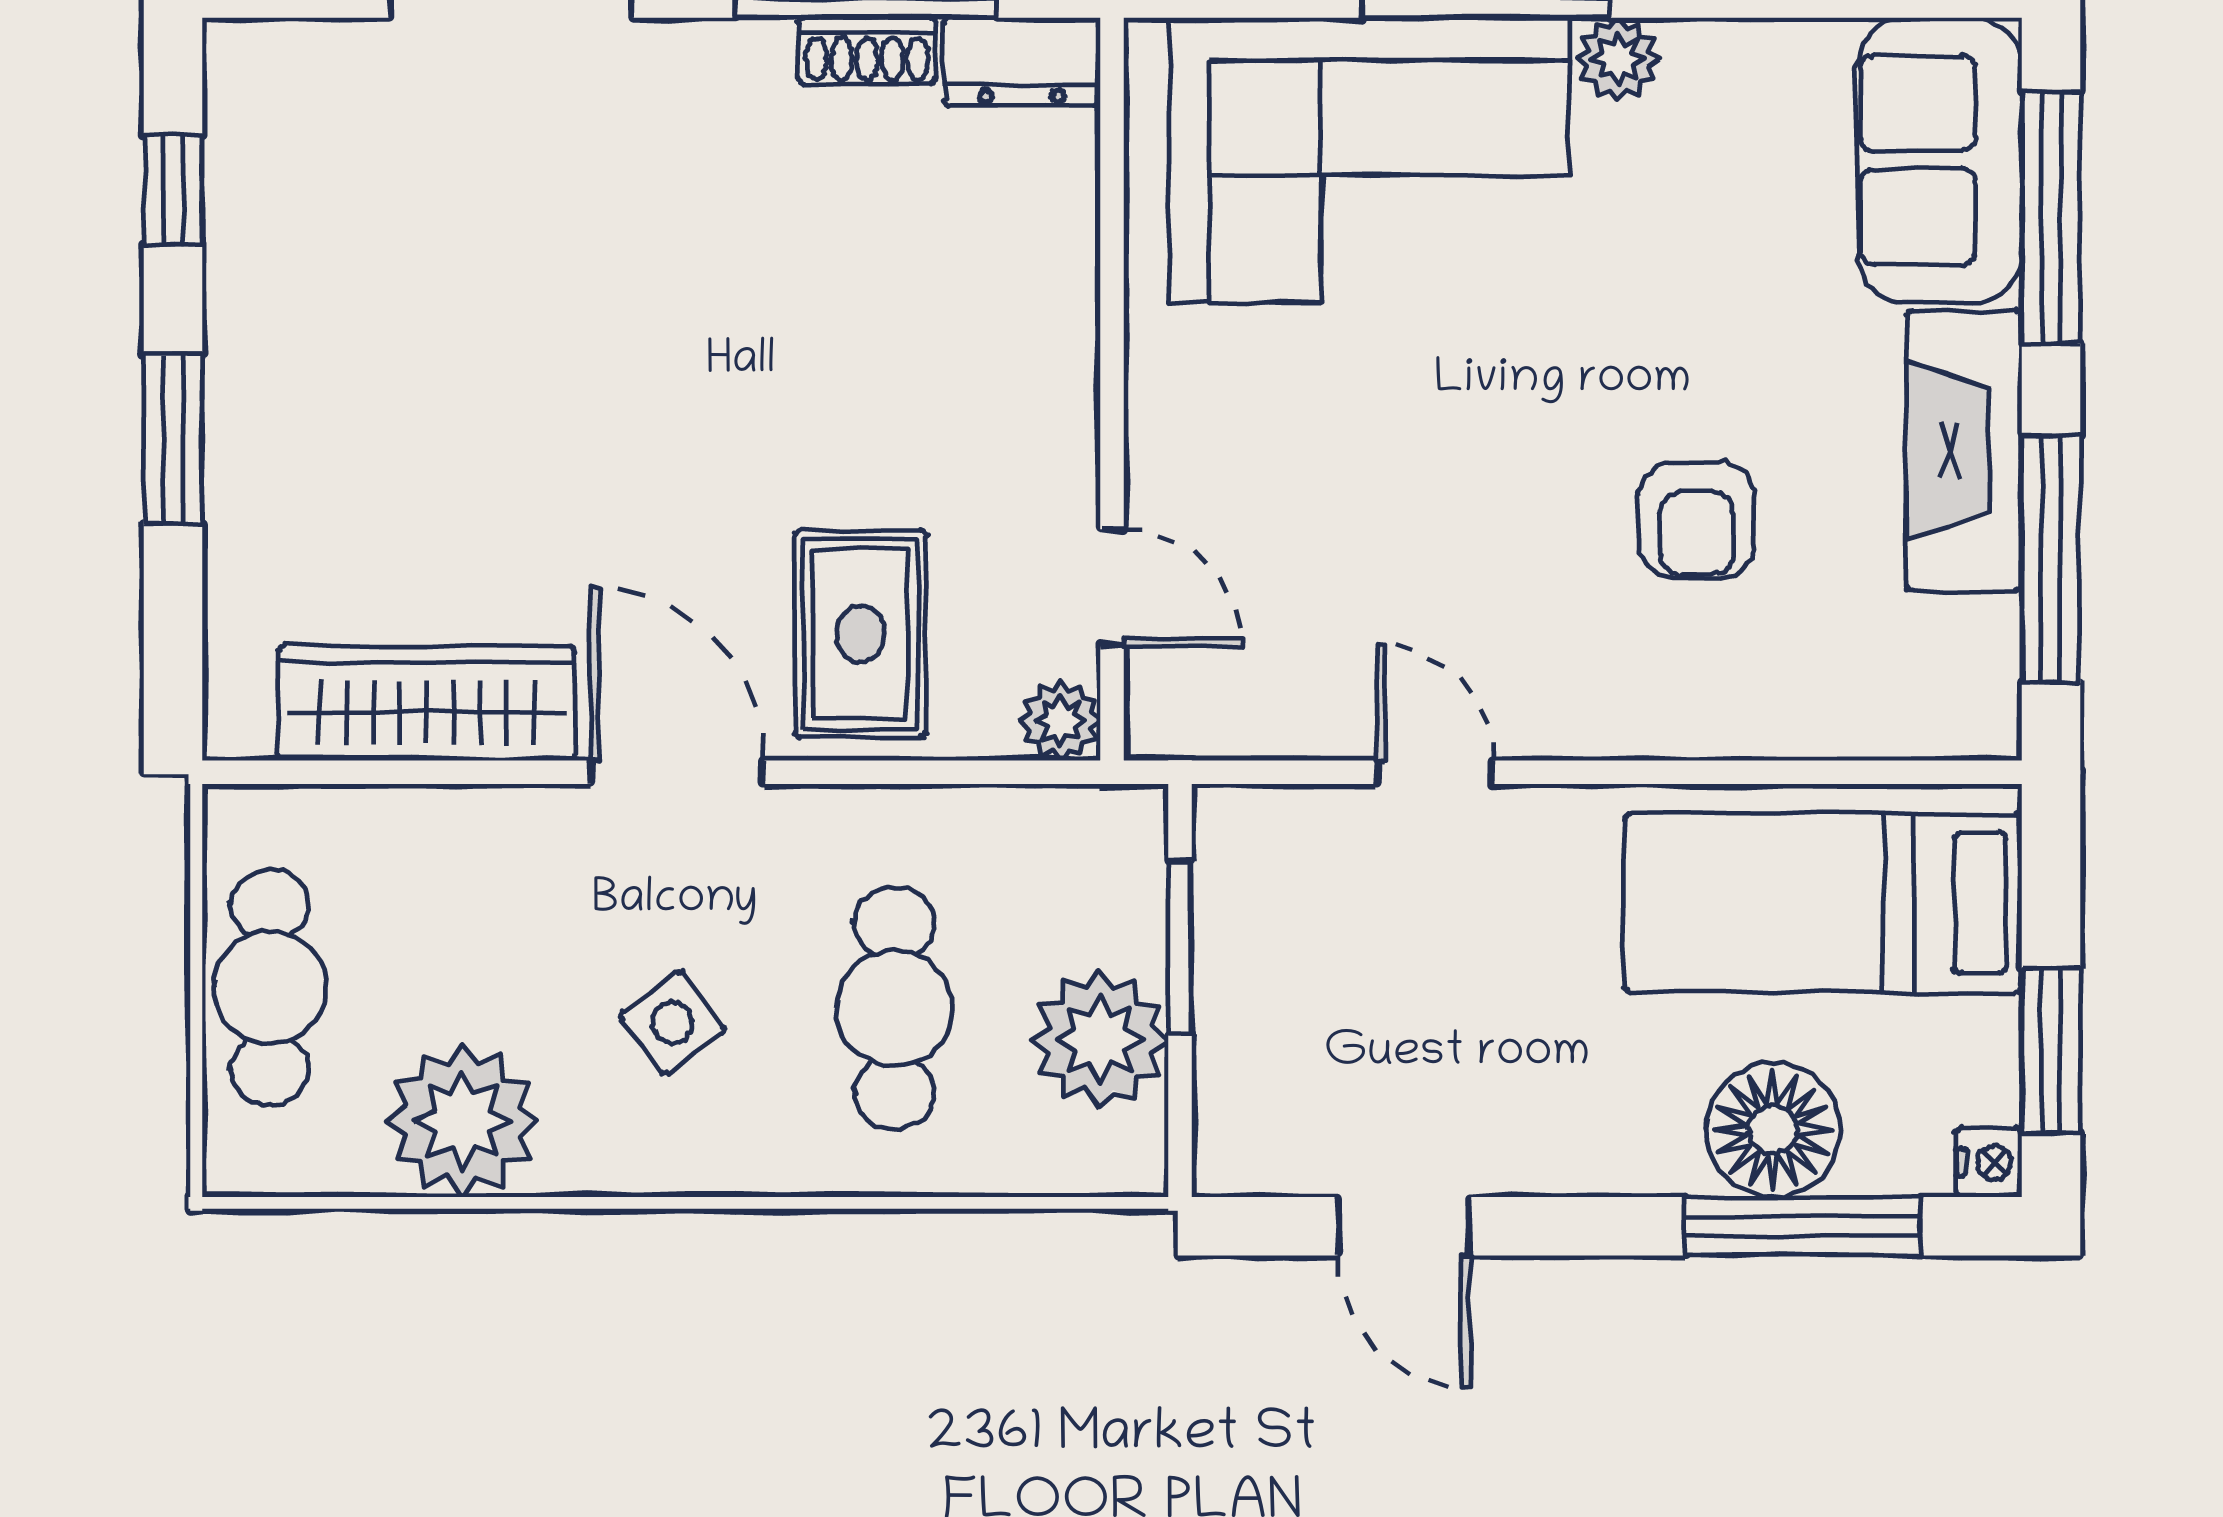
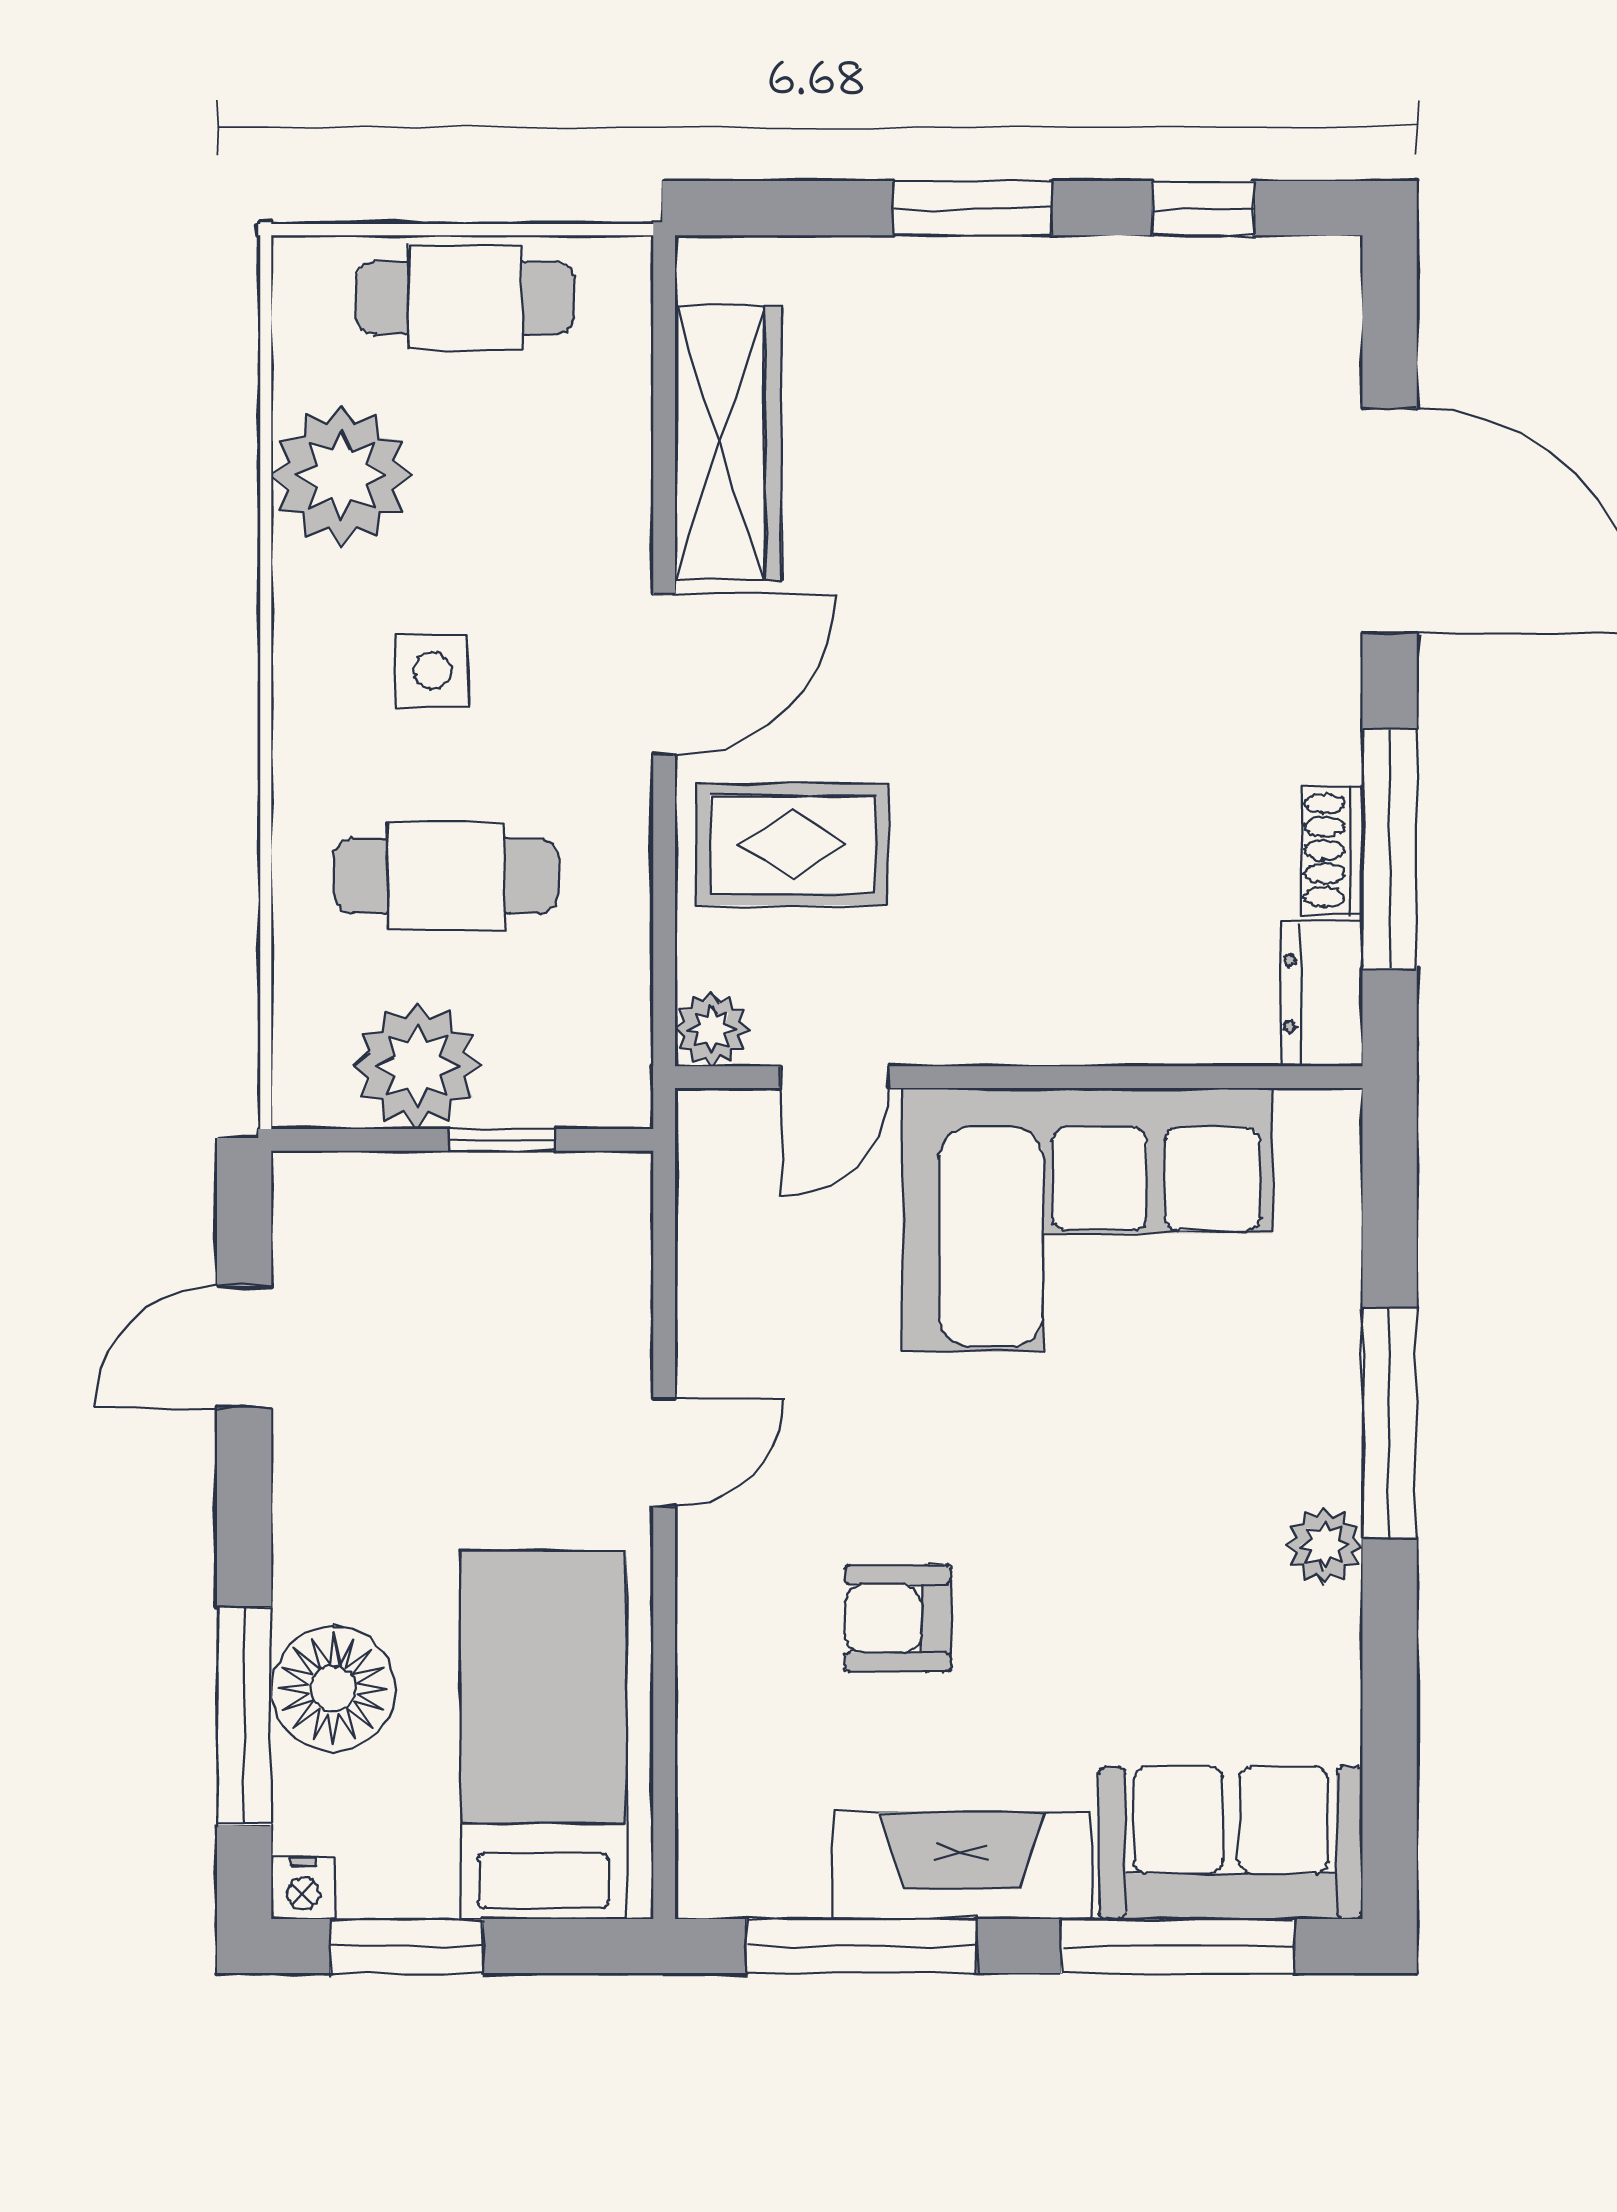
corner sofa: (1369, 160) -> (1087, 1220), moved, turned -90
door: (1435, 772) -> (664, 1453), moved
window: (1180, 947) -> (502, 1140), width x0.67
side table: (673, 1023) -> (432, 671), turned 37

